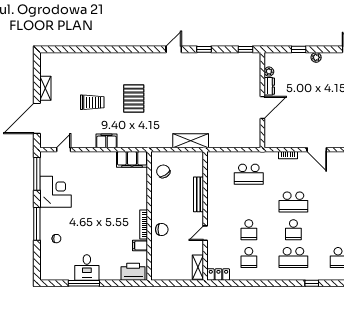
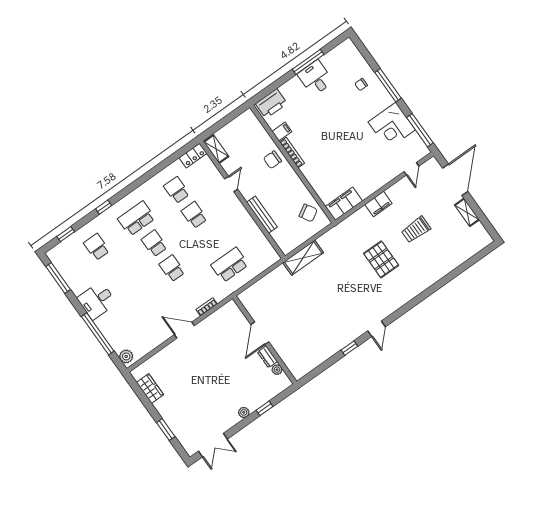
window: (245, 49) -> (312, 375), removed
school desk: (293, 202) -> (172, 268), width x0.54

